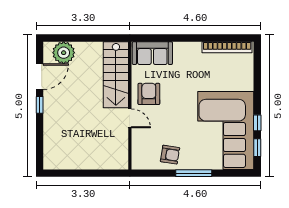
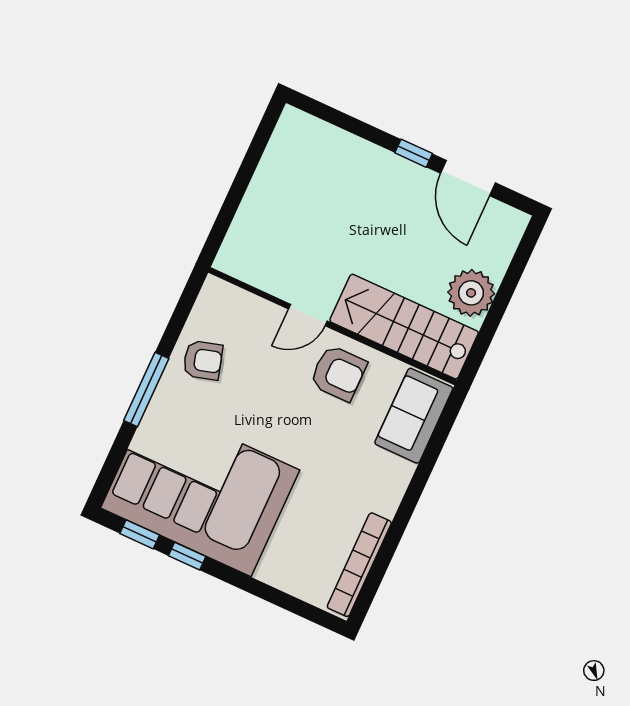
plant: (64, 53) -> (471, 293), moved
armchair: (170, 155) -> (203, 360), turned -115

